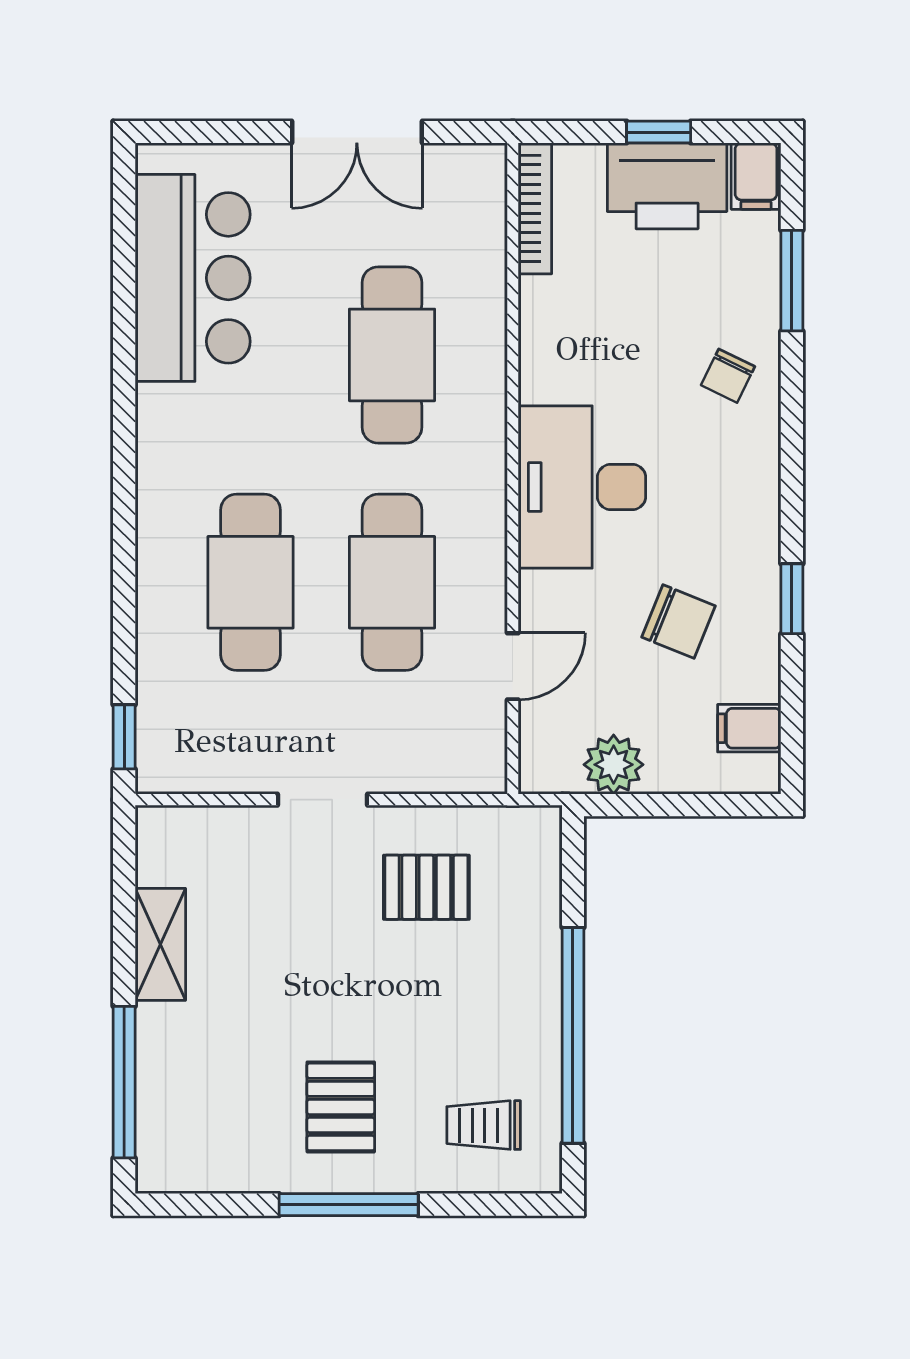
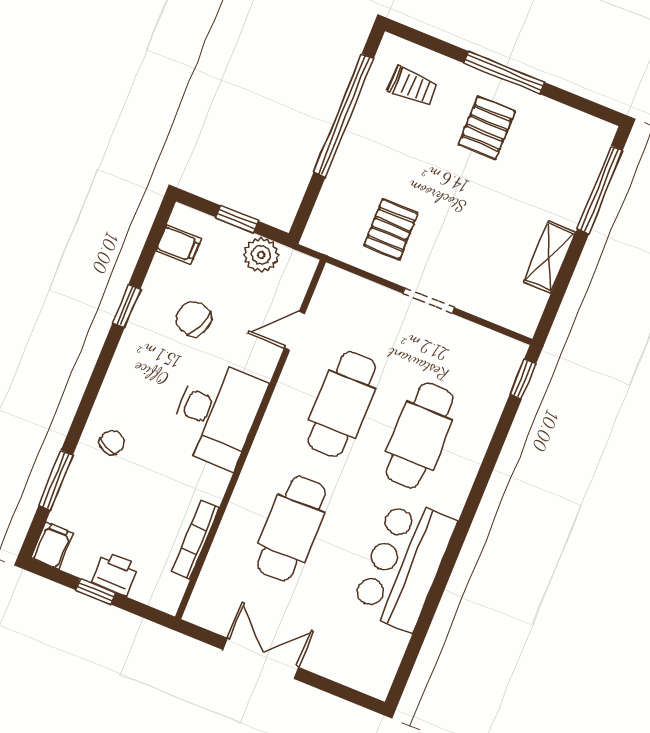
printer: (667, 186) -> (115, 574), width x0.53, depth x0.68
bookcase: (535, 208) -> (196, 540), moved
bar counter: (193, 278) -> (404, 565), moved
window: (674, 805) -> (237, 219), added
pallet: (426, 887) -> (391, 229), turned 90

